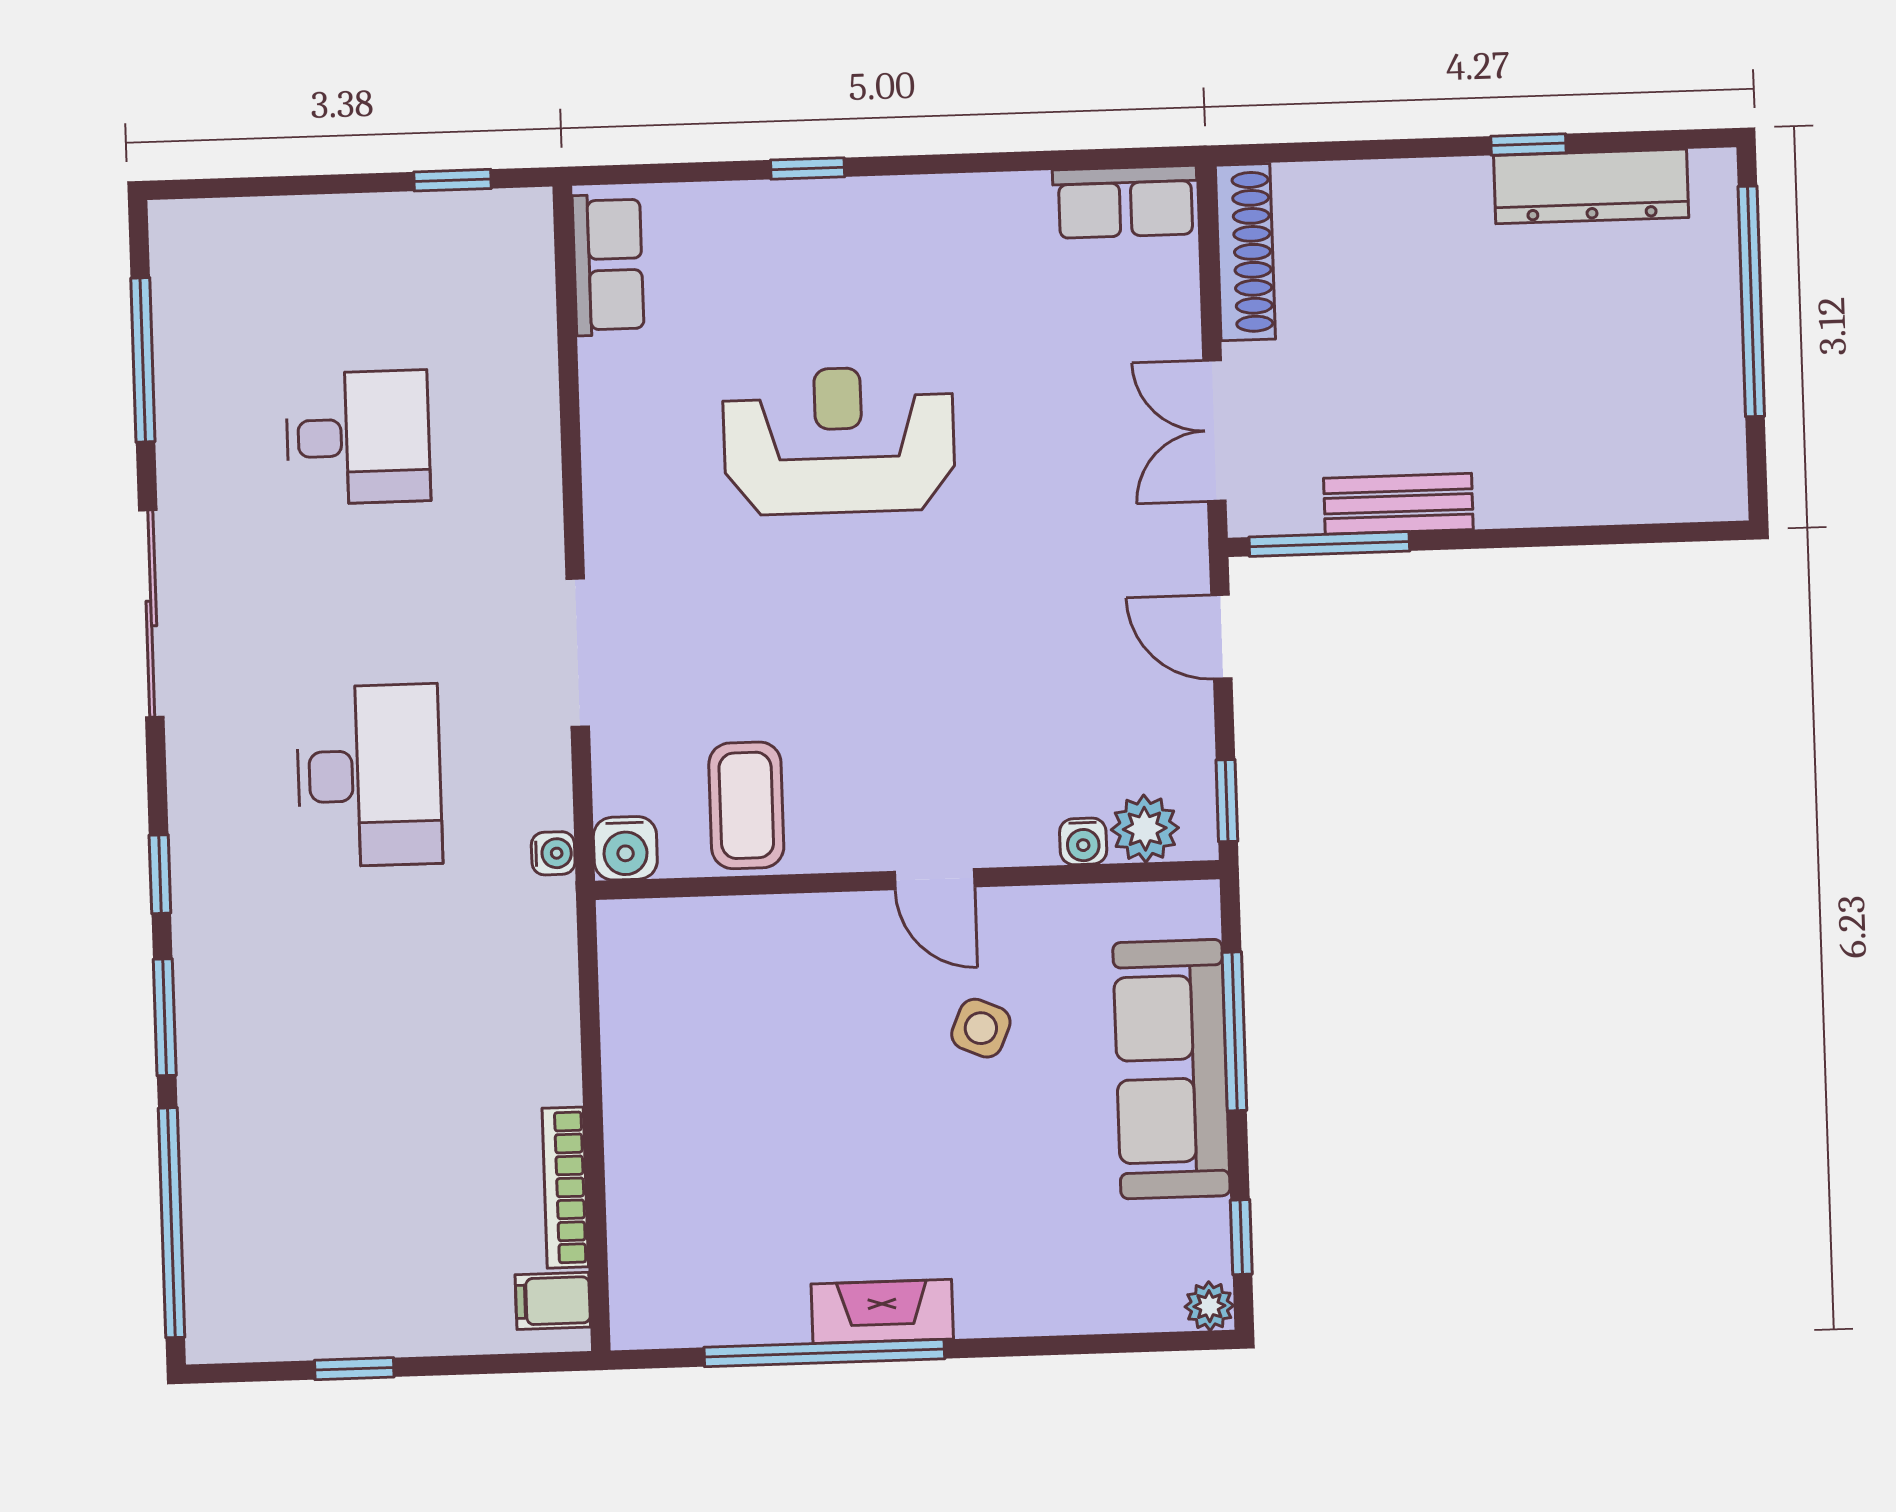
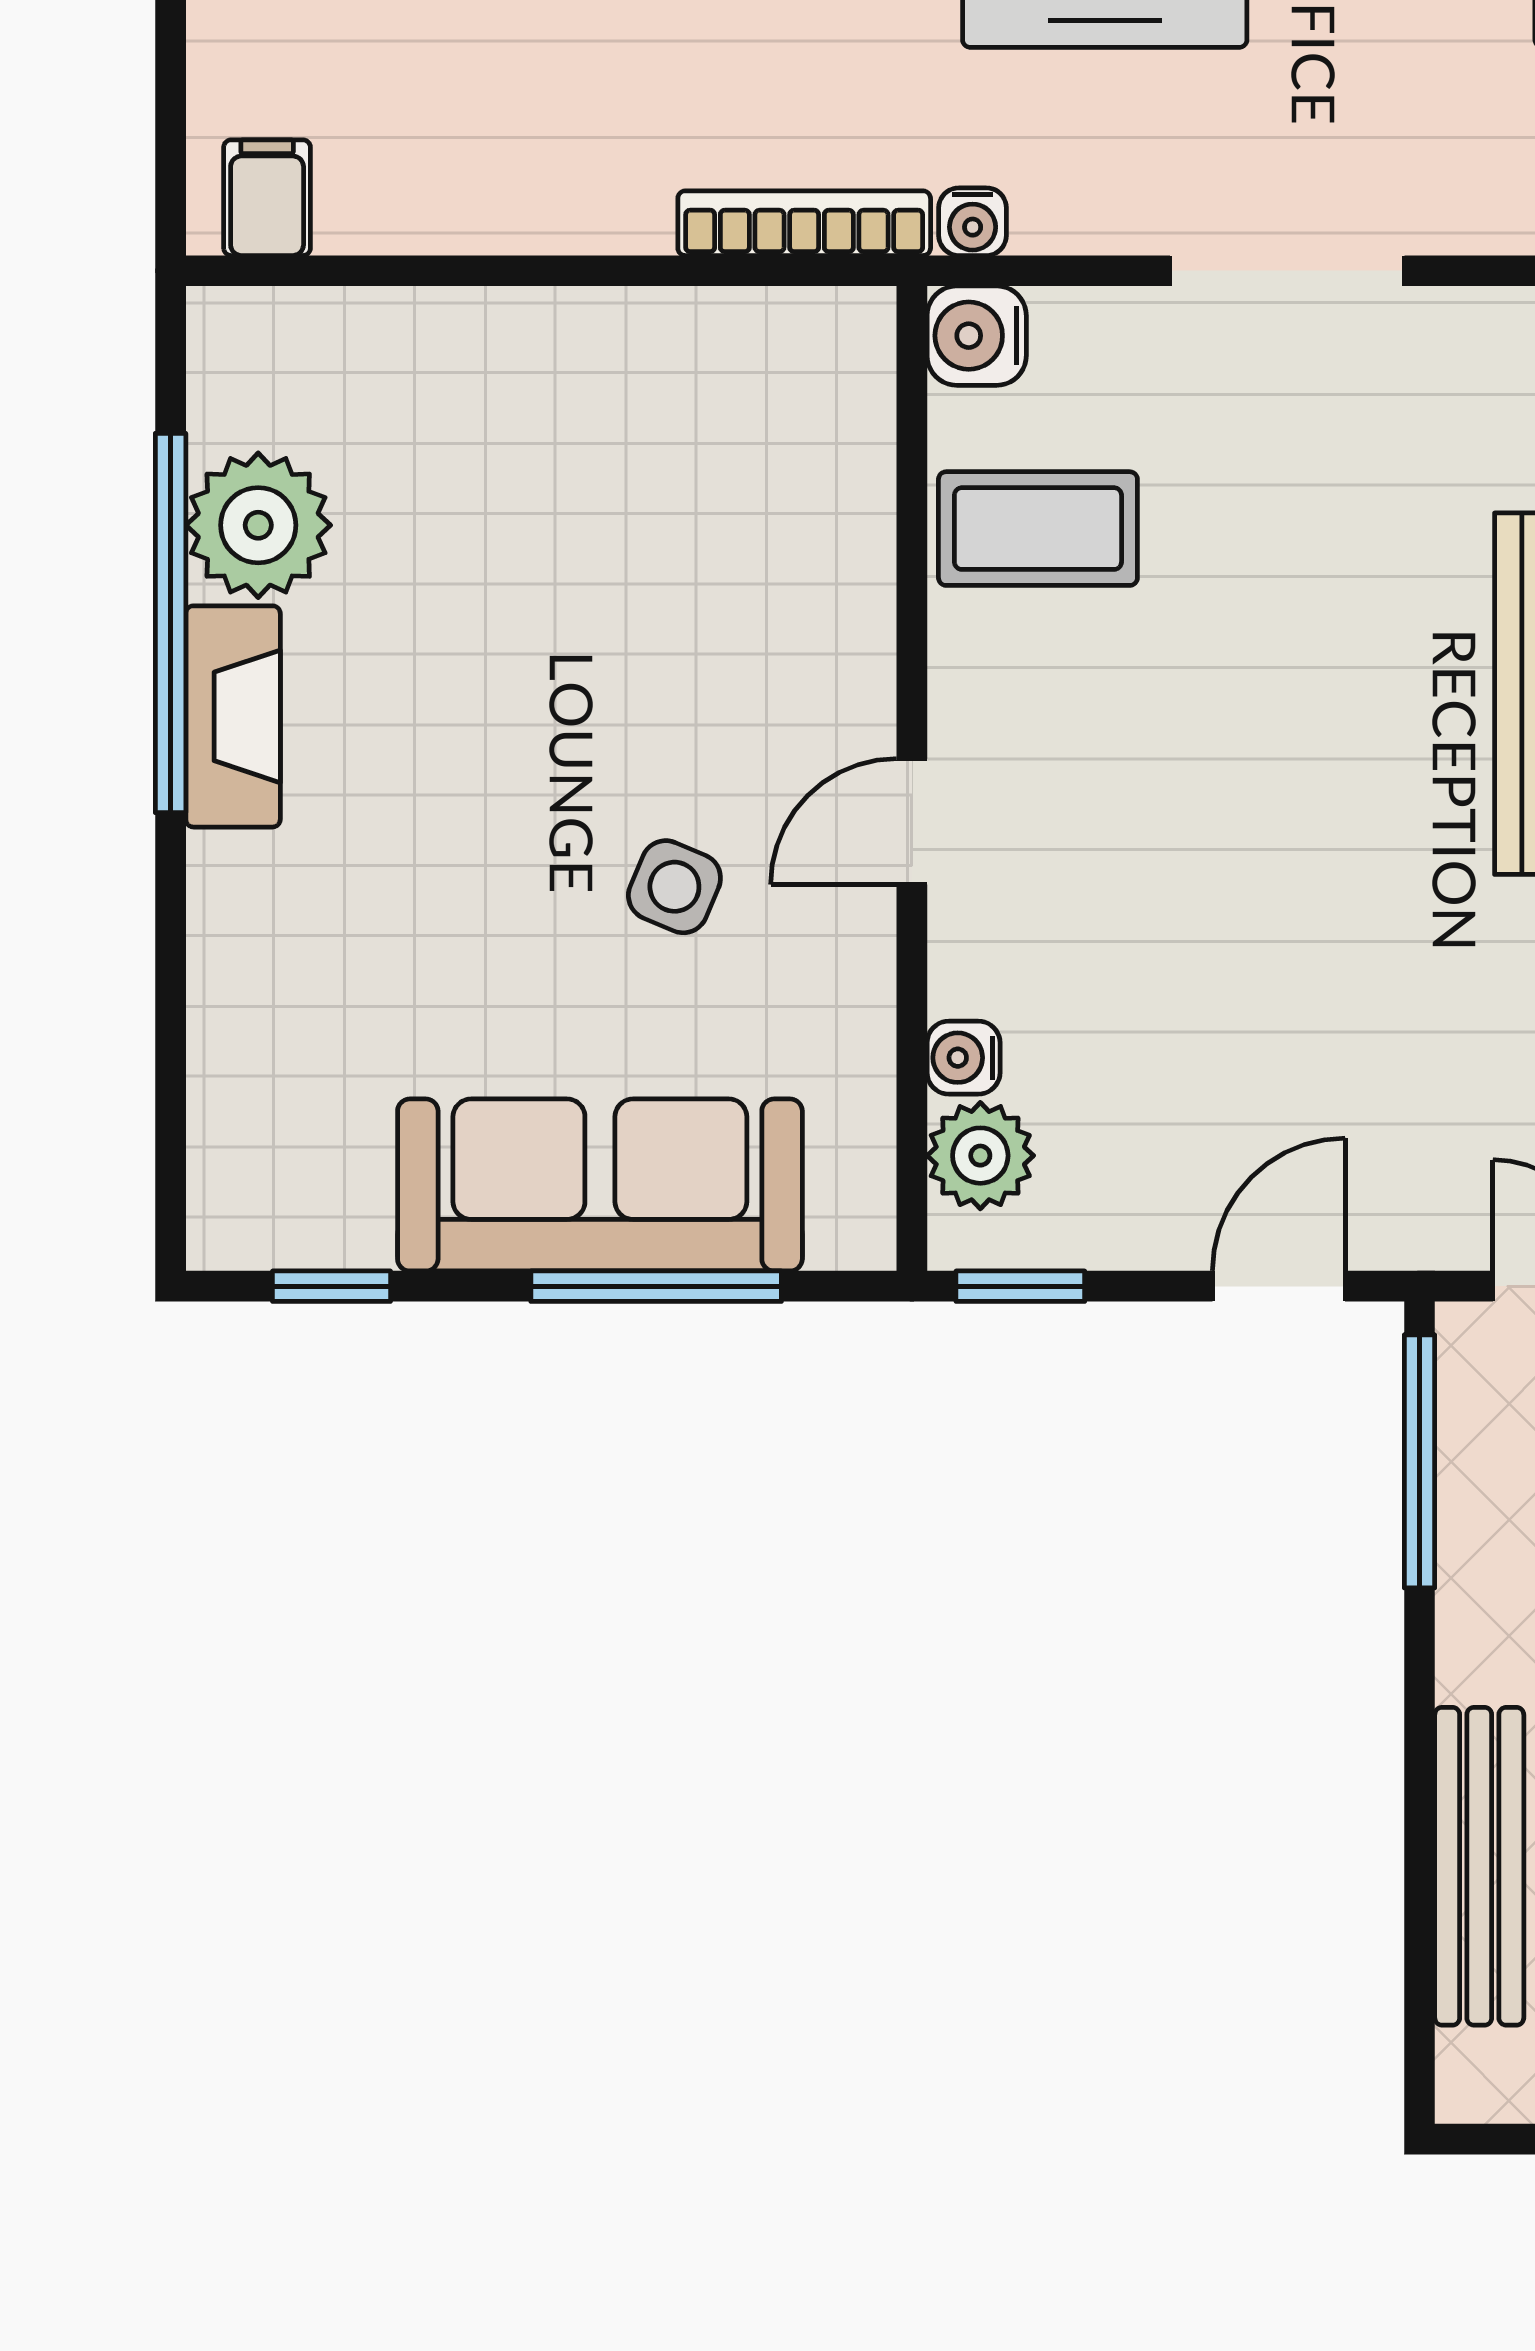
bench: (1398, 504) -> (1479, 1866), moved, width x1.36
bookcase: (565, 1188) -> (804, 223), moved
plant: (1209, 1306) -> (258, 525), moved, width x1.87, depth x1.87

